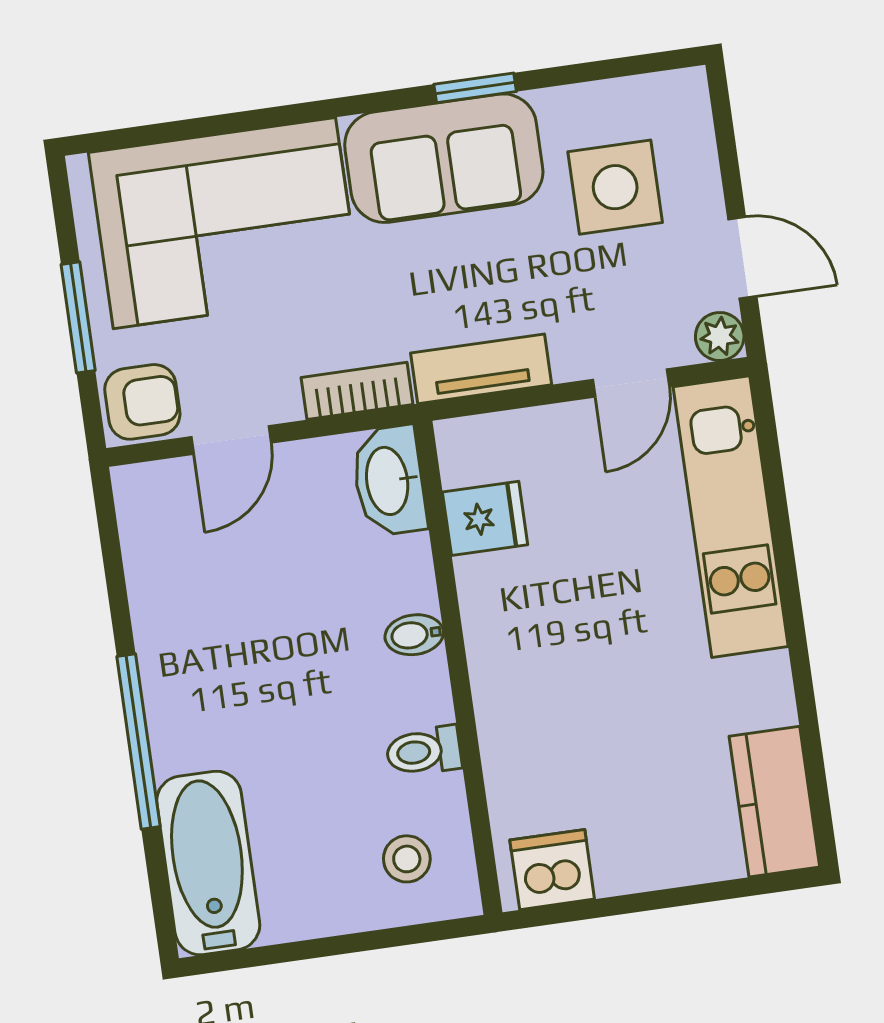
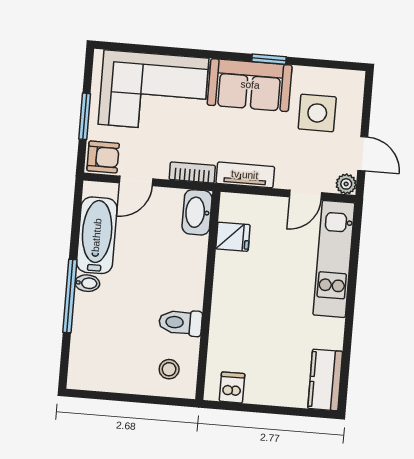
bidet: (414, 635) -> (87, 283), moved, turned 180
toilet: (424, 751) -> (180, 323), width x1.37, depth x1.39
bathtub: (208, 863) -> (97, 235), moved
dishwasher: (552, 870) -> (232, 387), width x0.73

